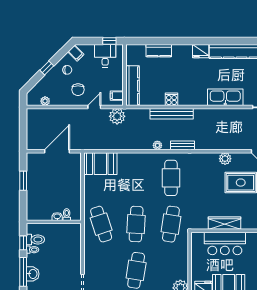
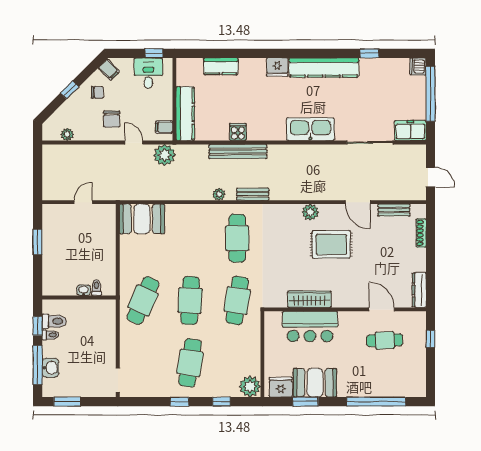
door: (94, 107) -> (134, 142), hinge flipped
door: (57, 151) -> (83, 202), width x0.53
cafe table: (101, 224) -> (143, 300), turned 42

